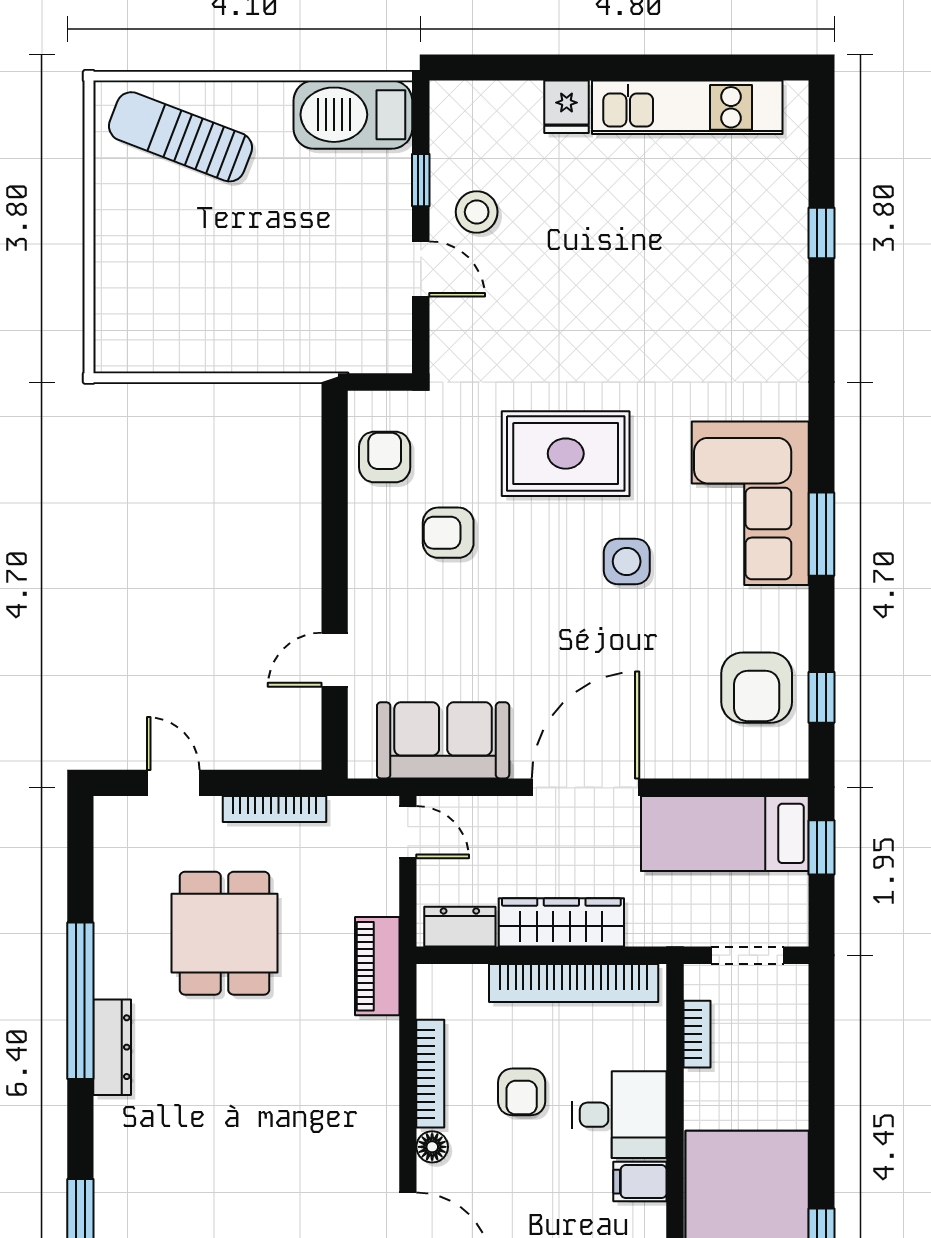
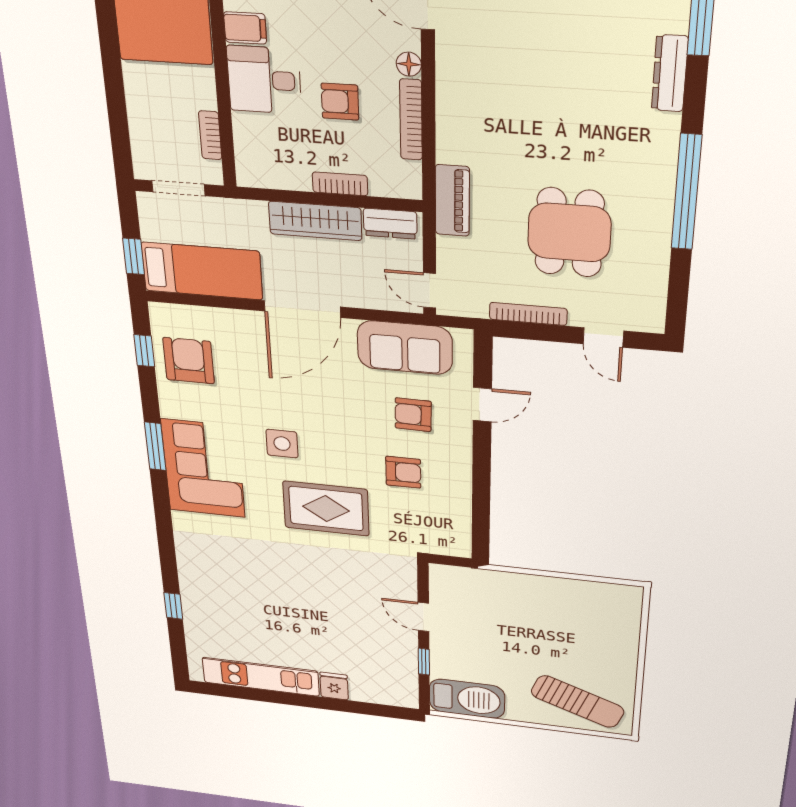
stool: (477, 212) -> (388, 642), removed
armchair: (385, 457) -> (413, 415), moved, turned 91
bookcase: (574, 983) -> (340, 184), width x0.43, depth x0.76
dresser: (112, 1047) -> (670, 73), moved
armchair: (522, 1092) -> (340, 102), turned -90

